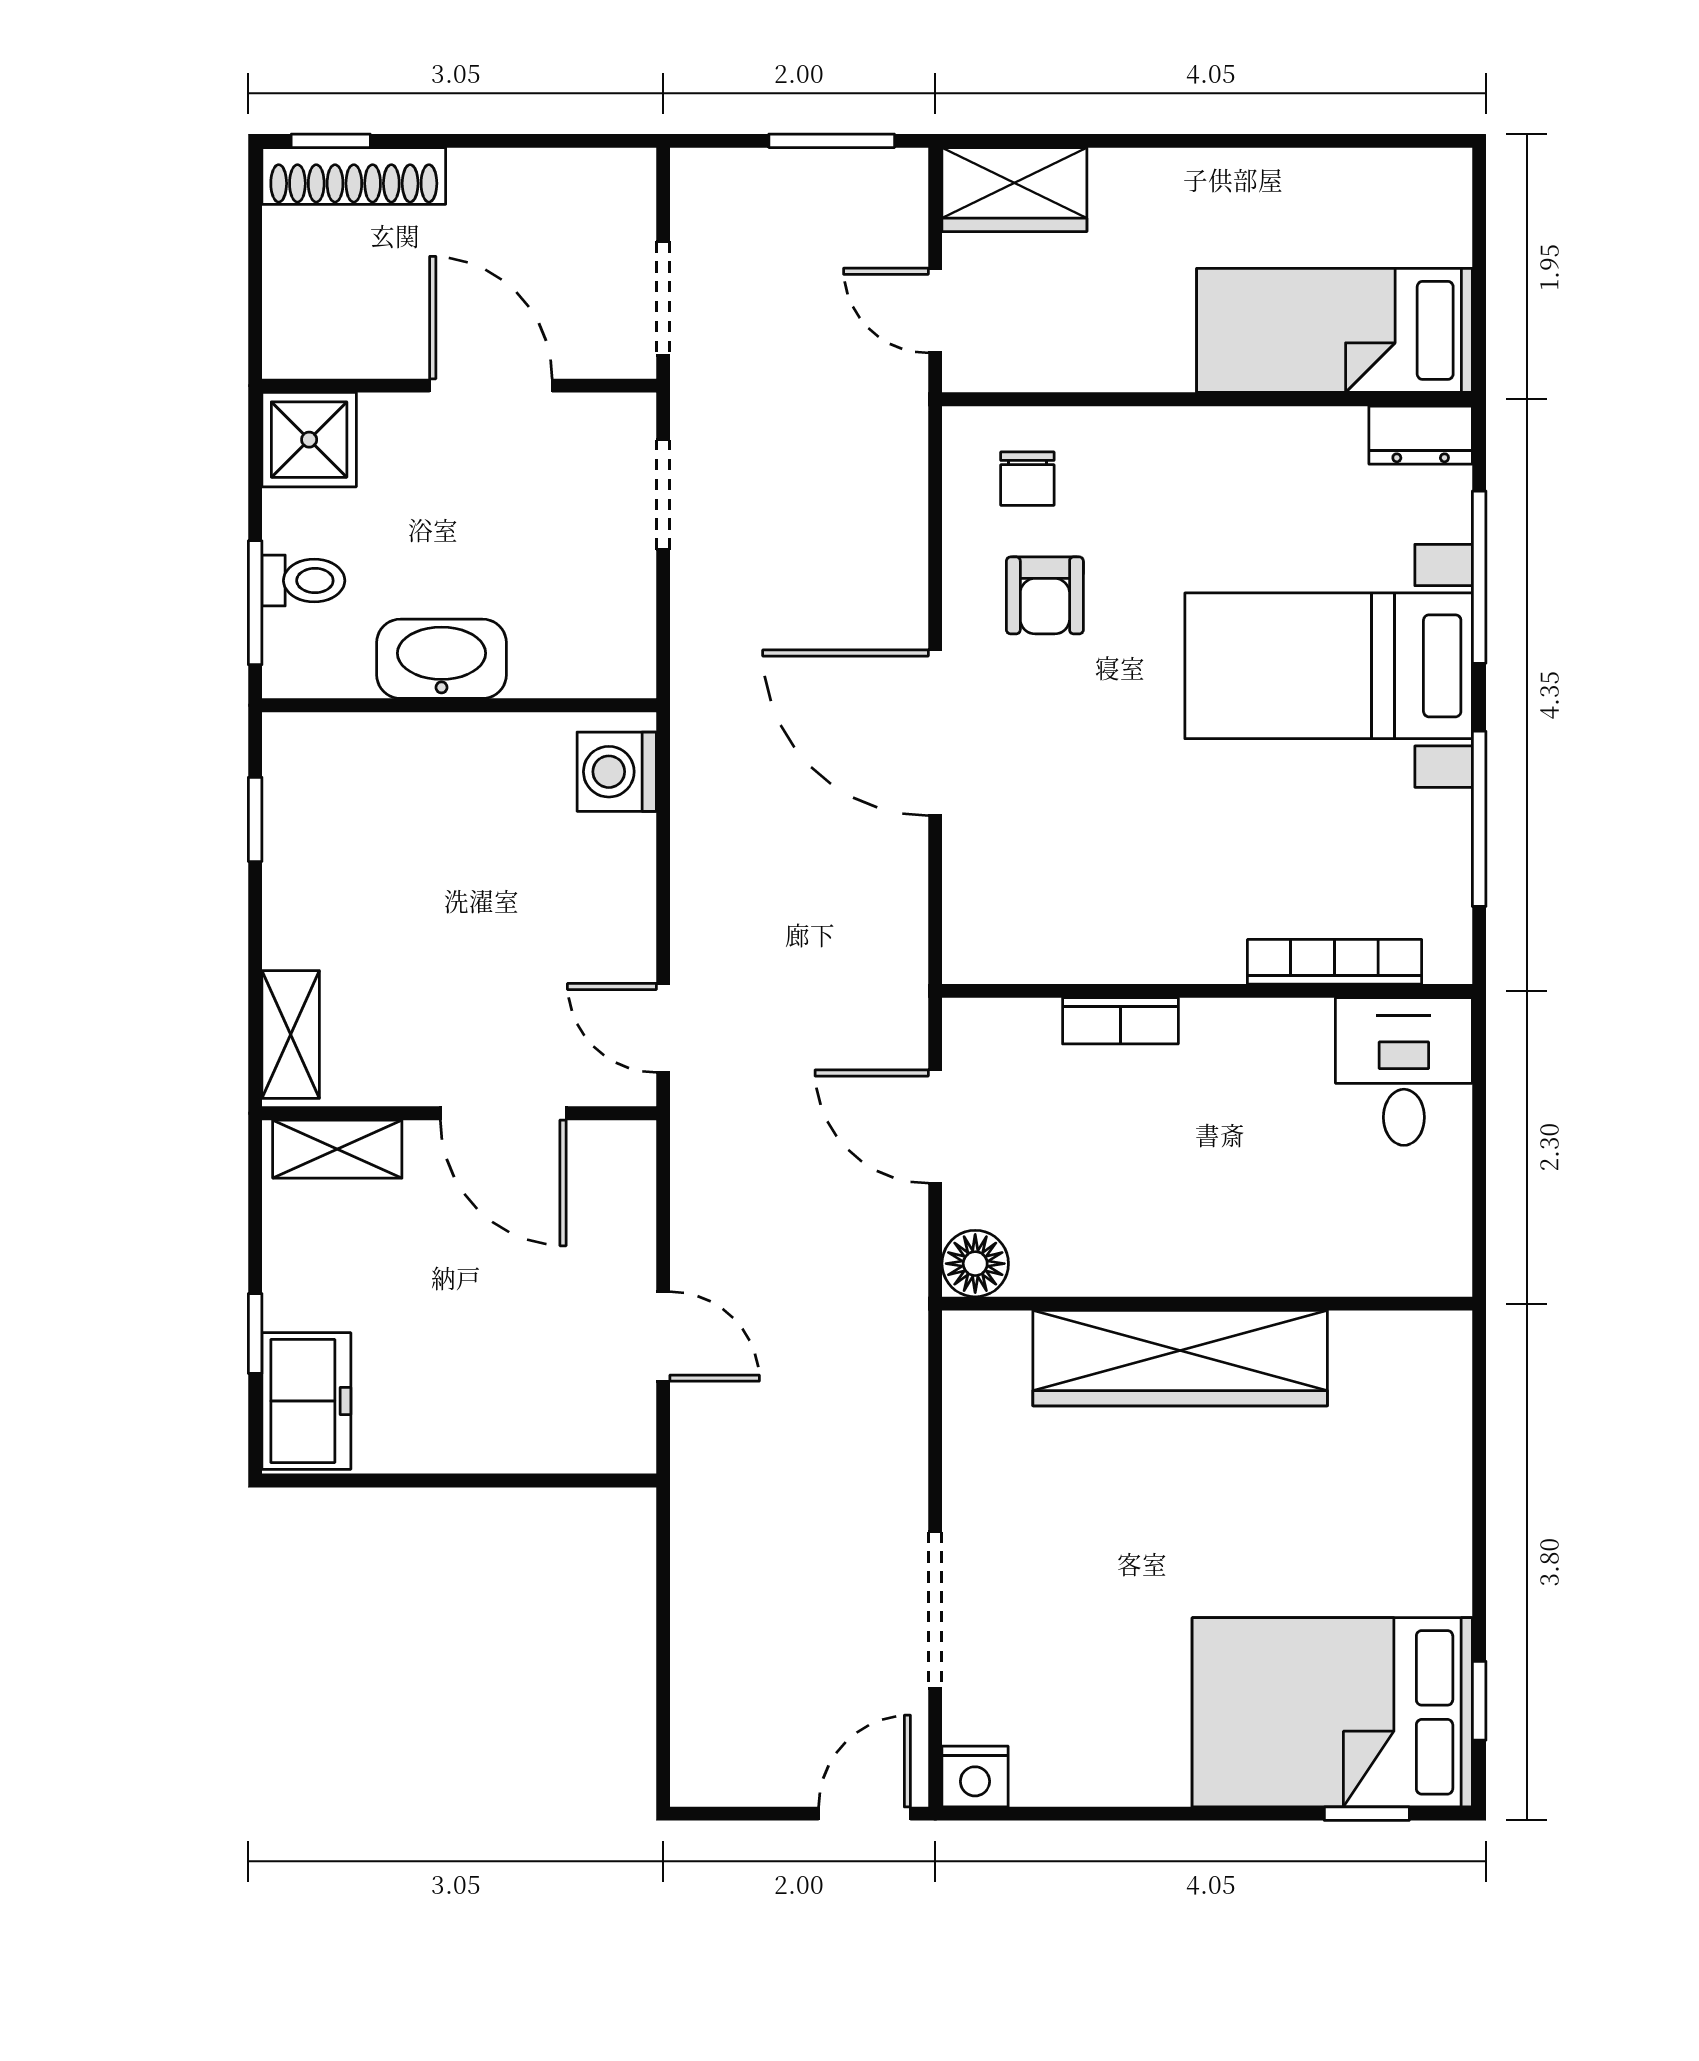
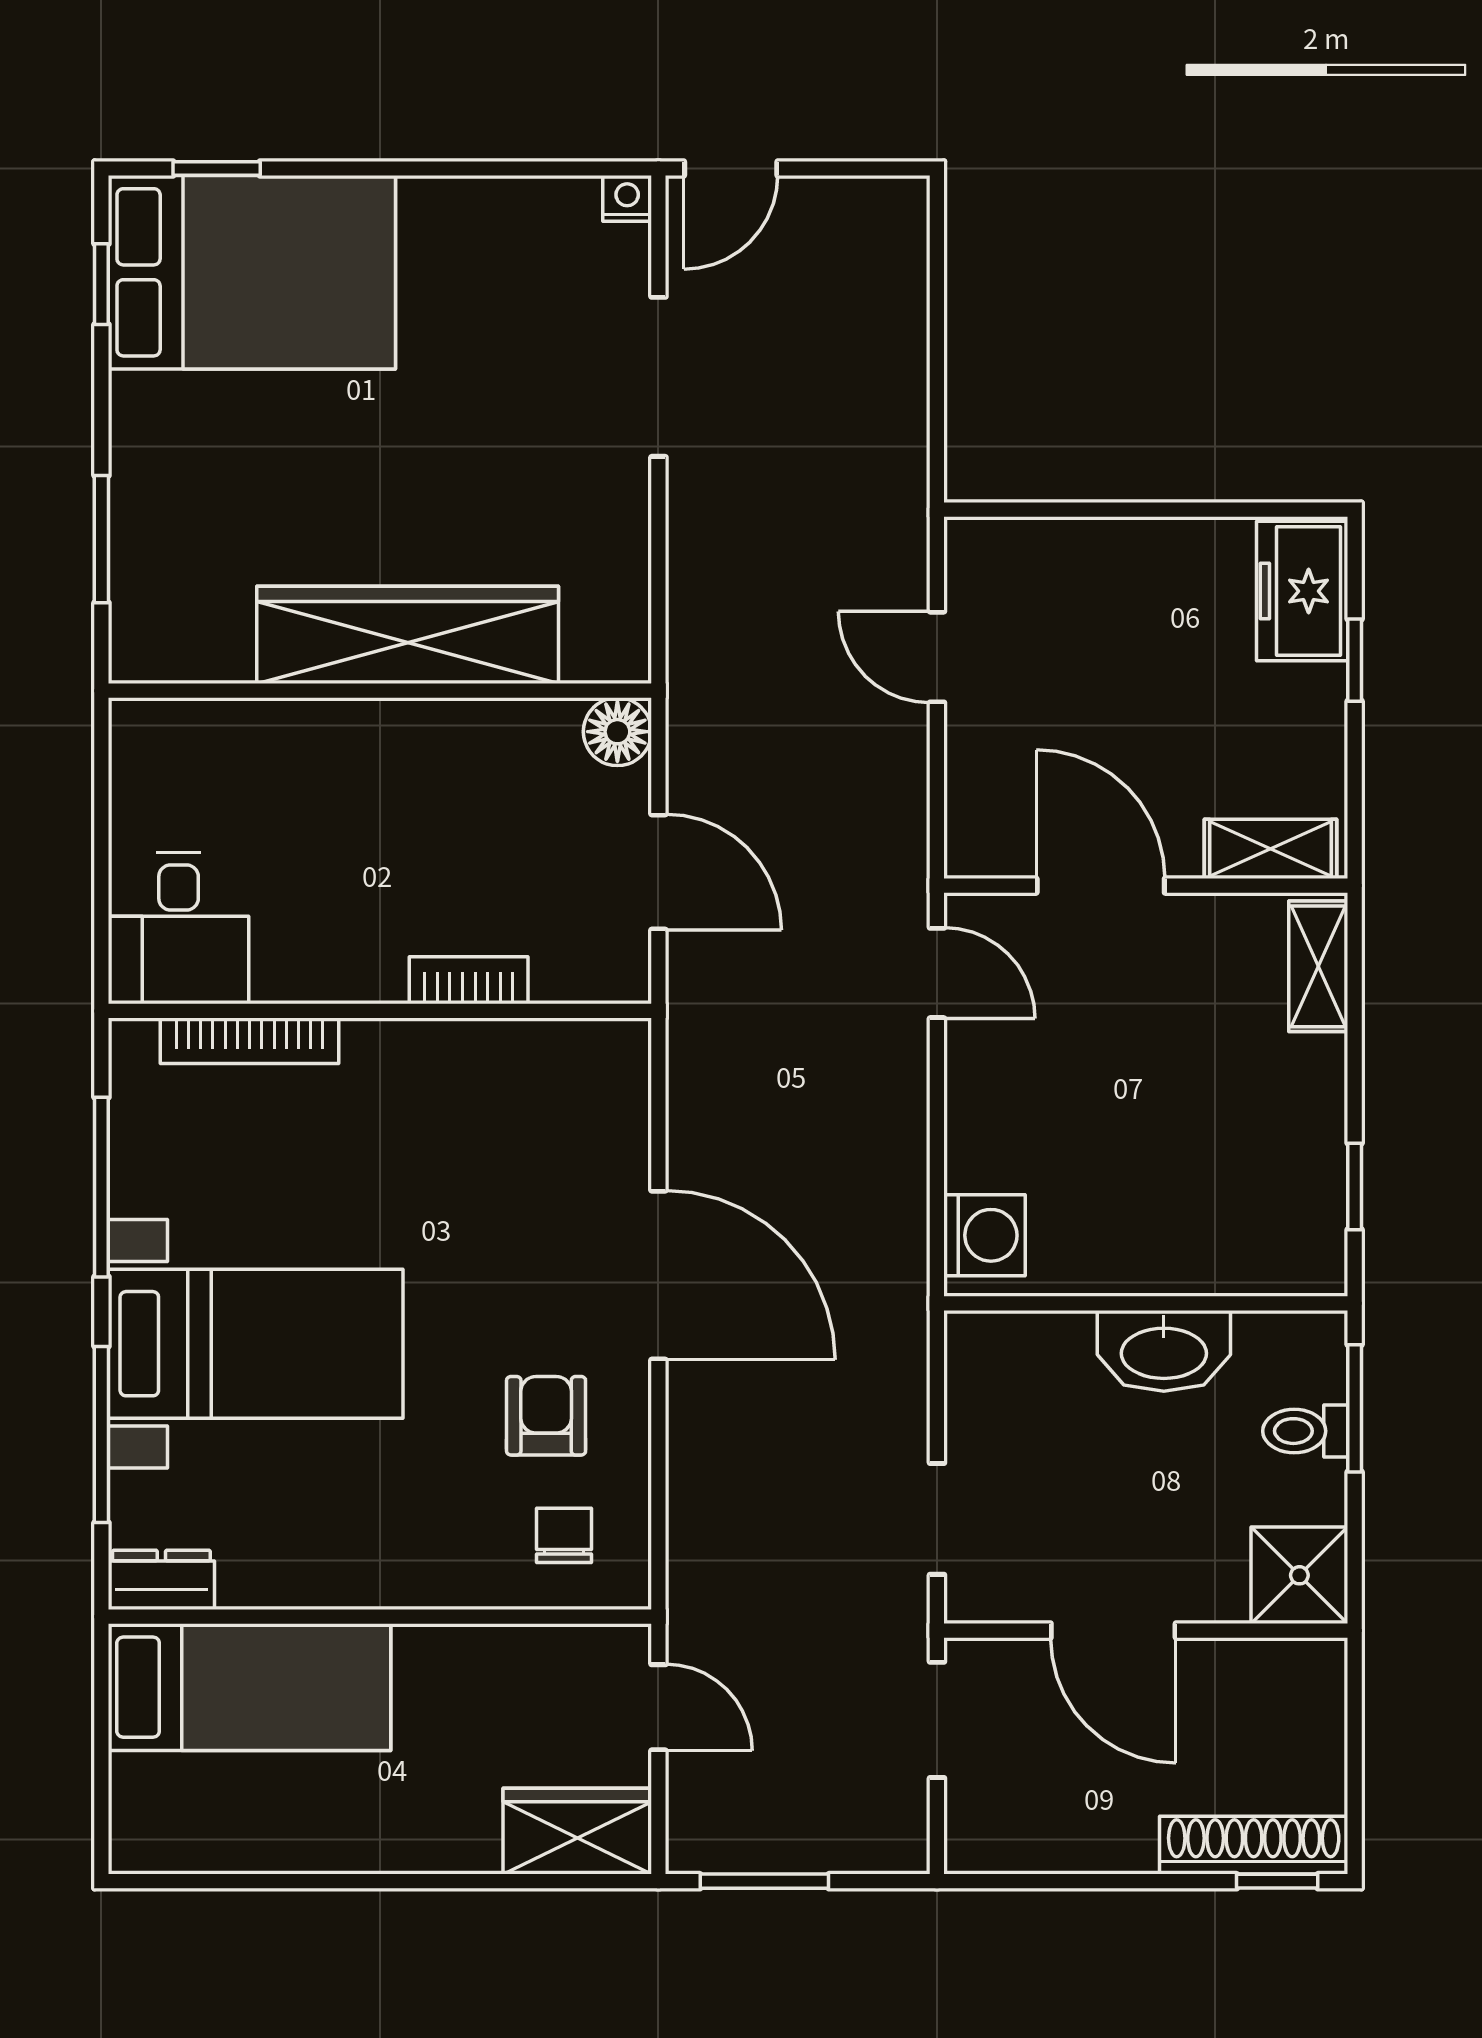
window: (1479, 1452) -> (101, 539), added
nightstand: (975, 1776) -> (627, 198), width x0.72, depth x0.74

